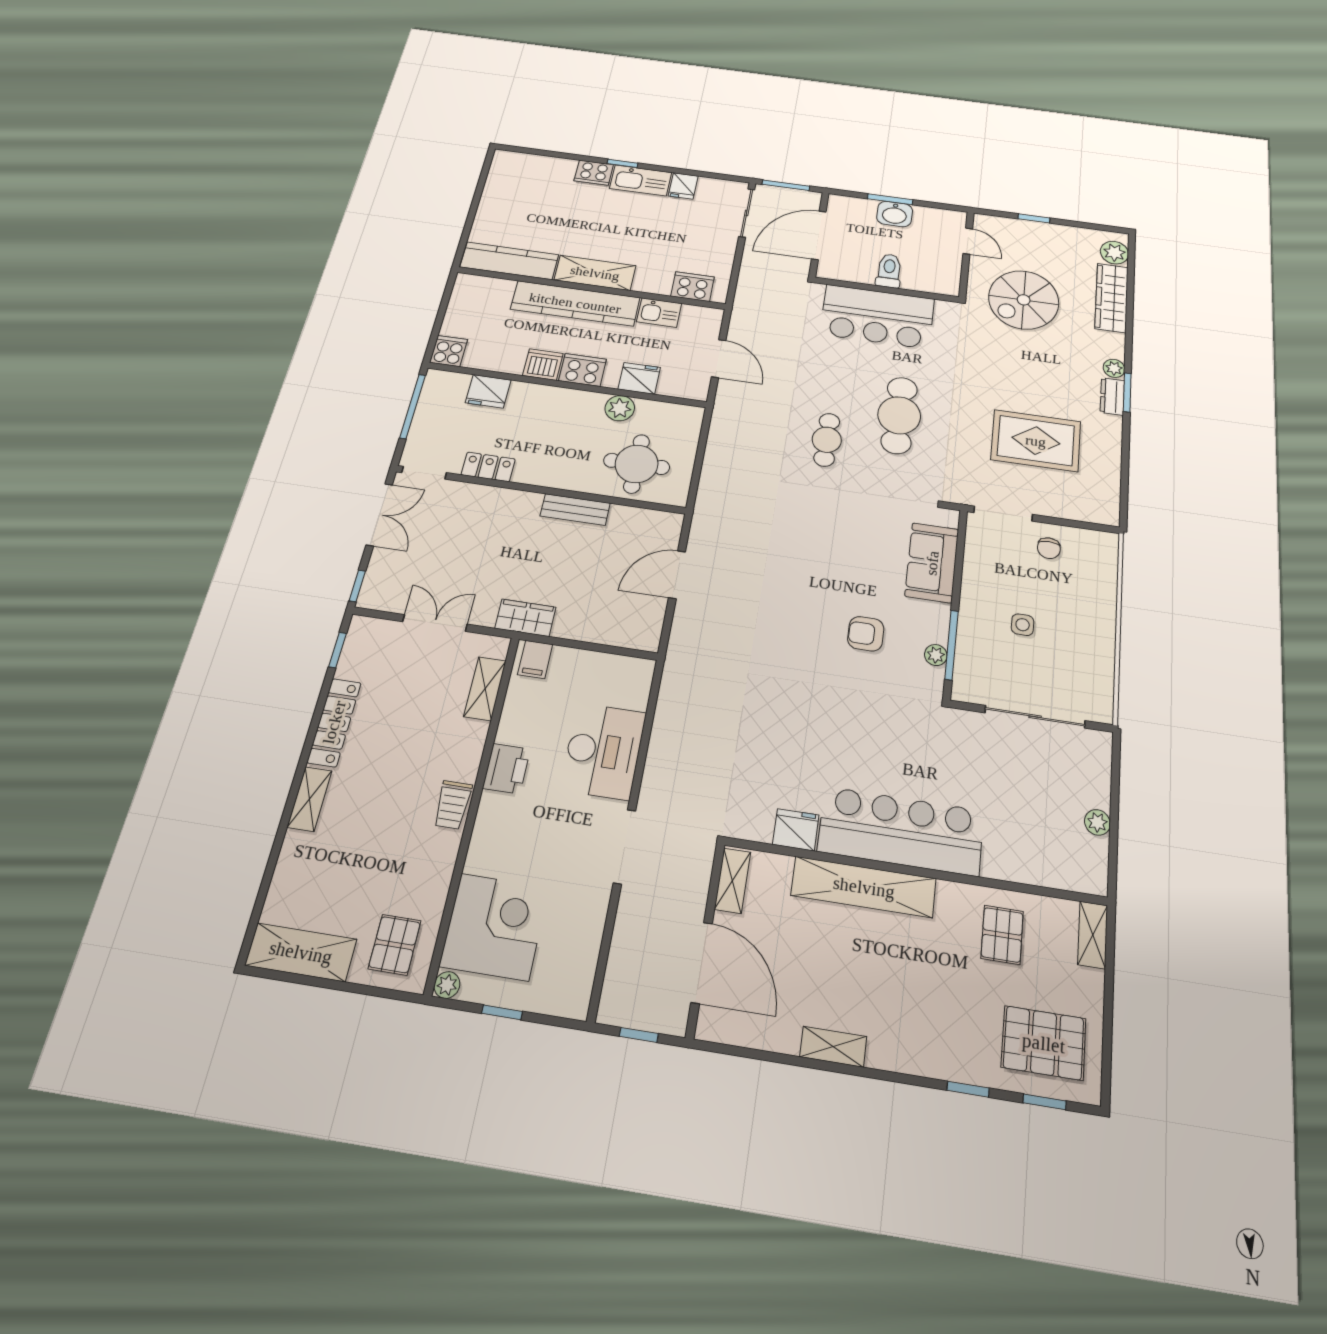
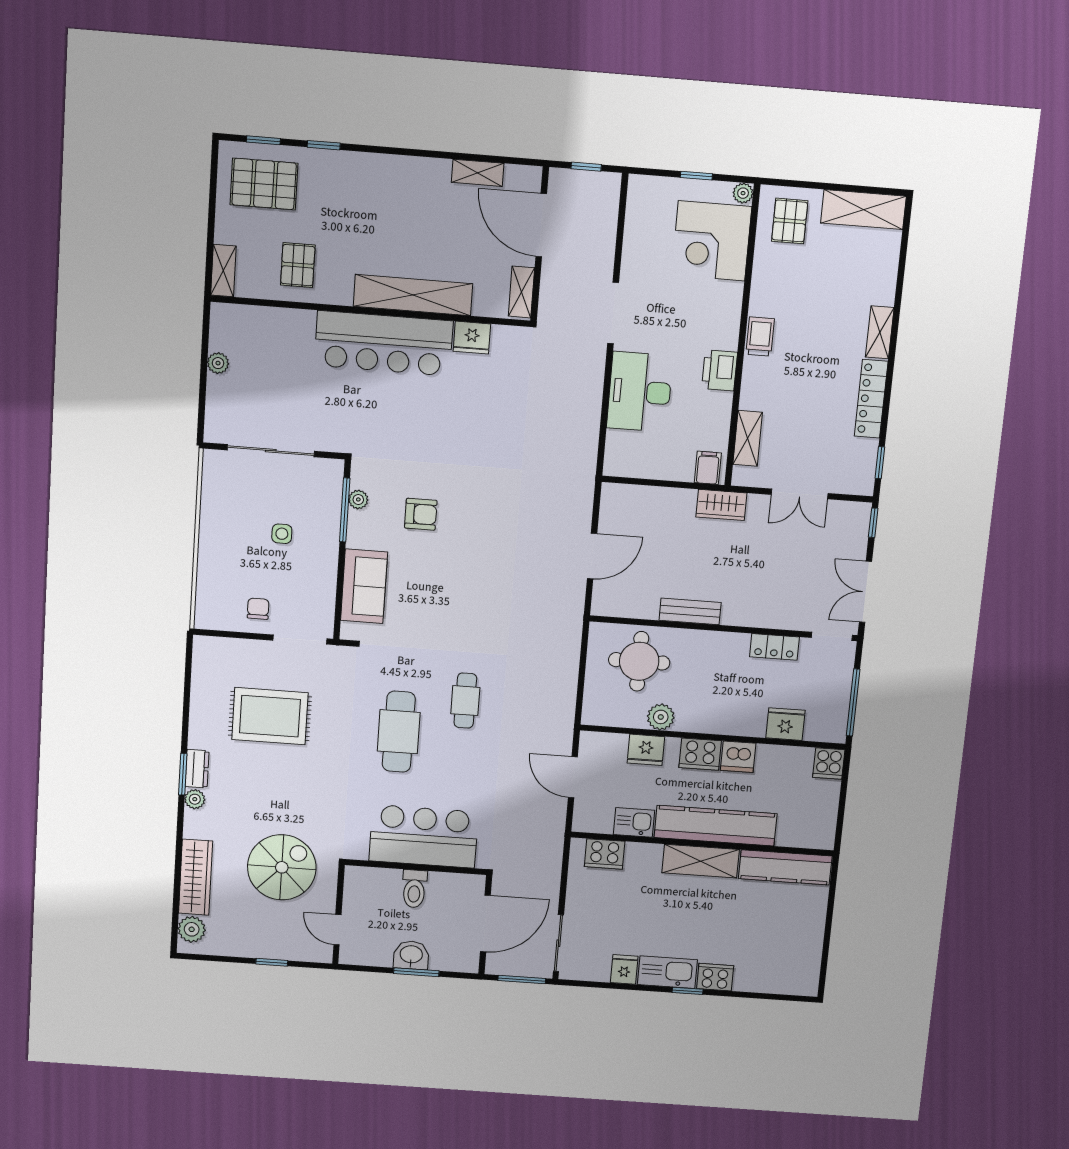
shelving: (833, 1047) -> (478, 173), moved

